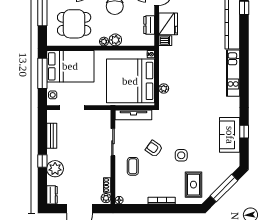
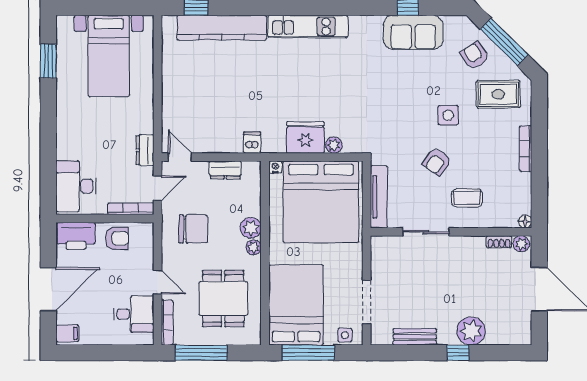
fridge: (168, 24) -> (305, 137), moved
armchair: (216, 171) -> (475, 55), added
dresser: (52, 195) -> (516, 336), removed

